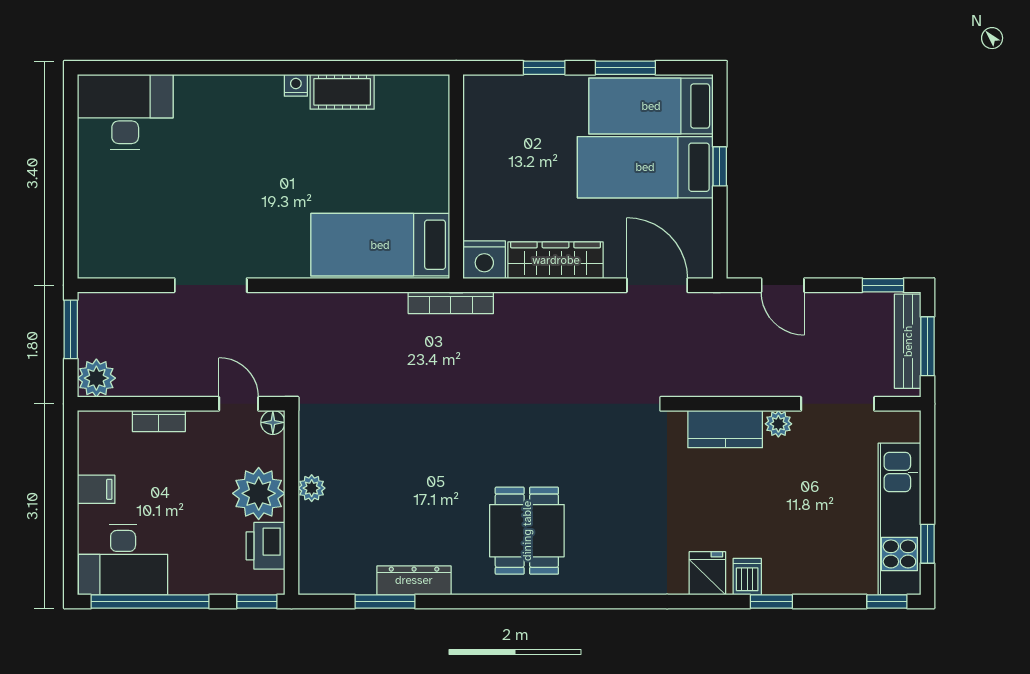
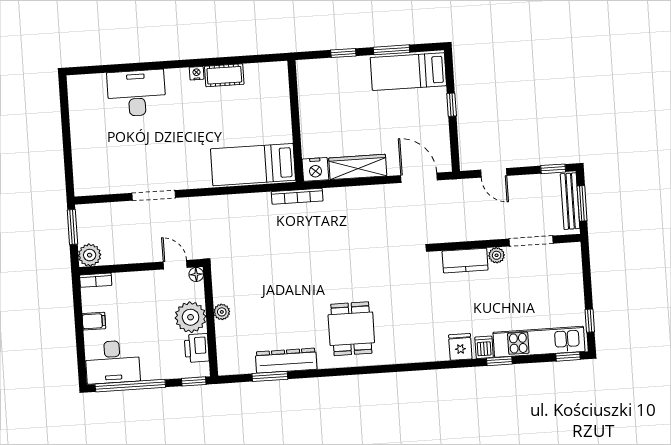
desk: (125, 112) -> (136, 93), moved
bed: (645, 167) -> (407, 108), removed
bookcase: (159, 421) -> (96, 280), moved
kitchen unit: (899, 519) -> (539, 342), moved, turned 90
dresser: (414, 580) -> (286, 361), width x1.37, depth x1.24

